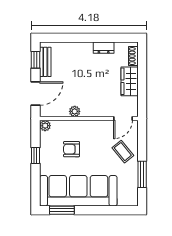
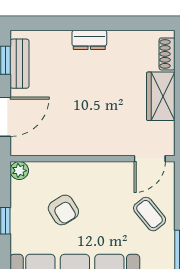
dresser: (104, 48) -> (89, 40), moved
plant: (75, 111) -> (69, 147), removed
armchair: (71, 149) -> (63, 210), turned -122

